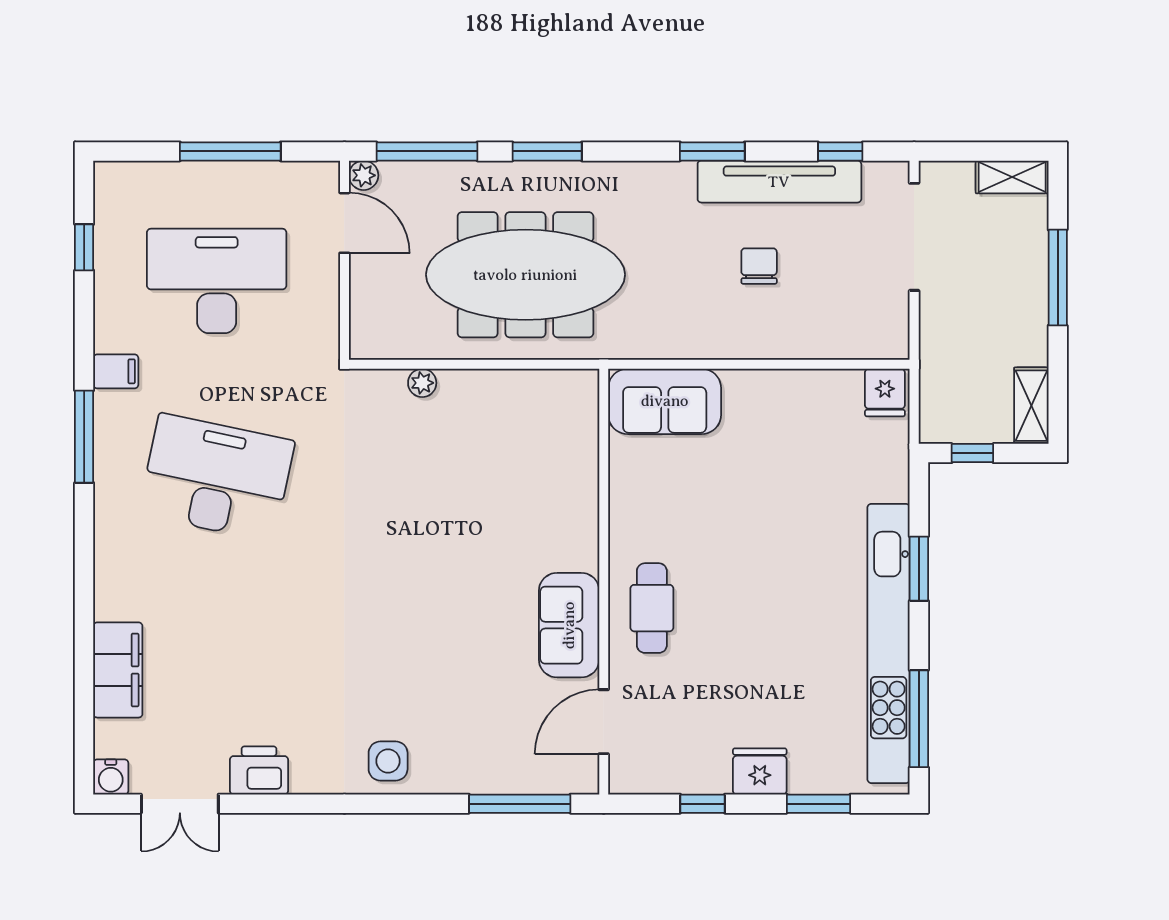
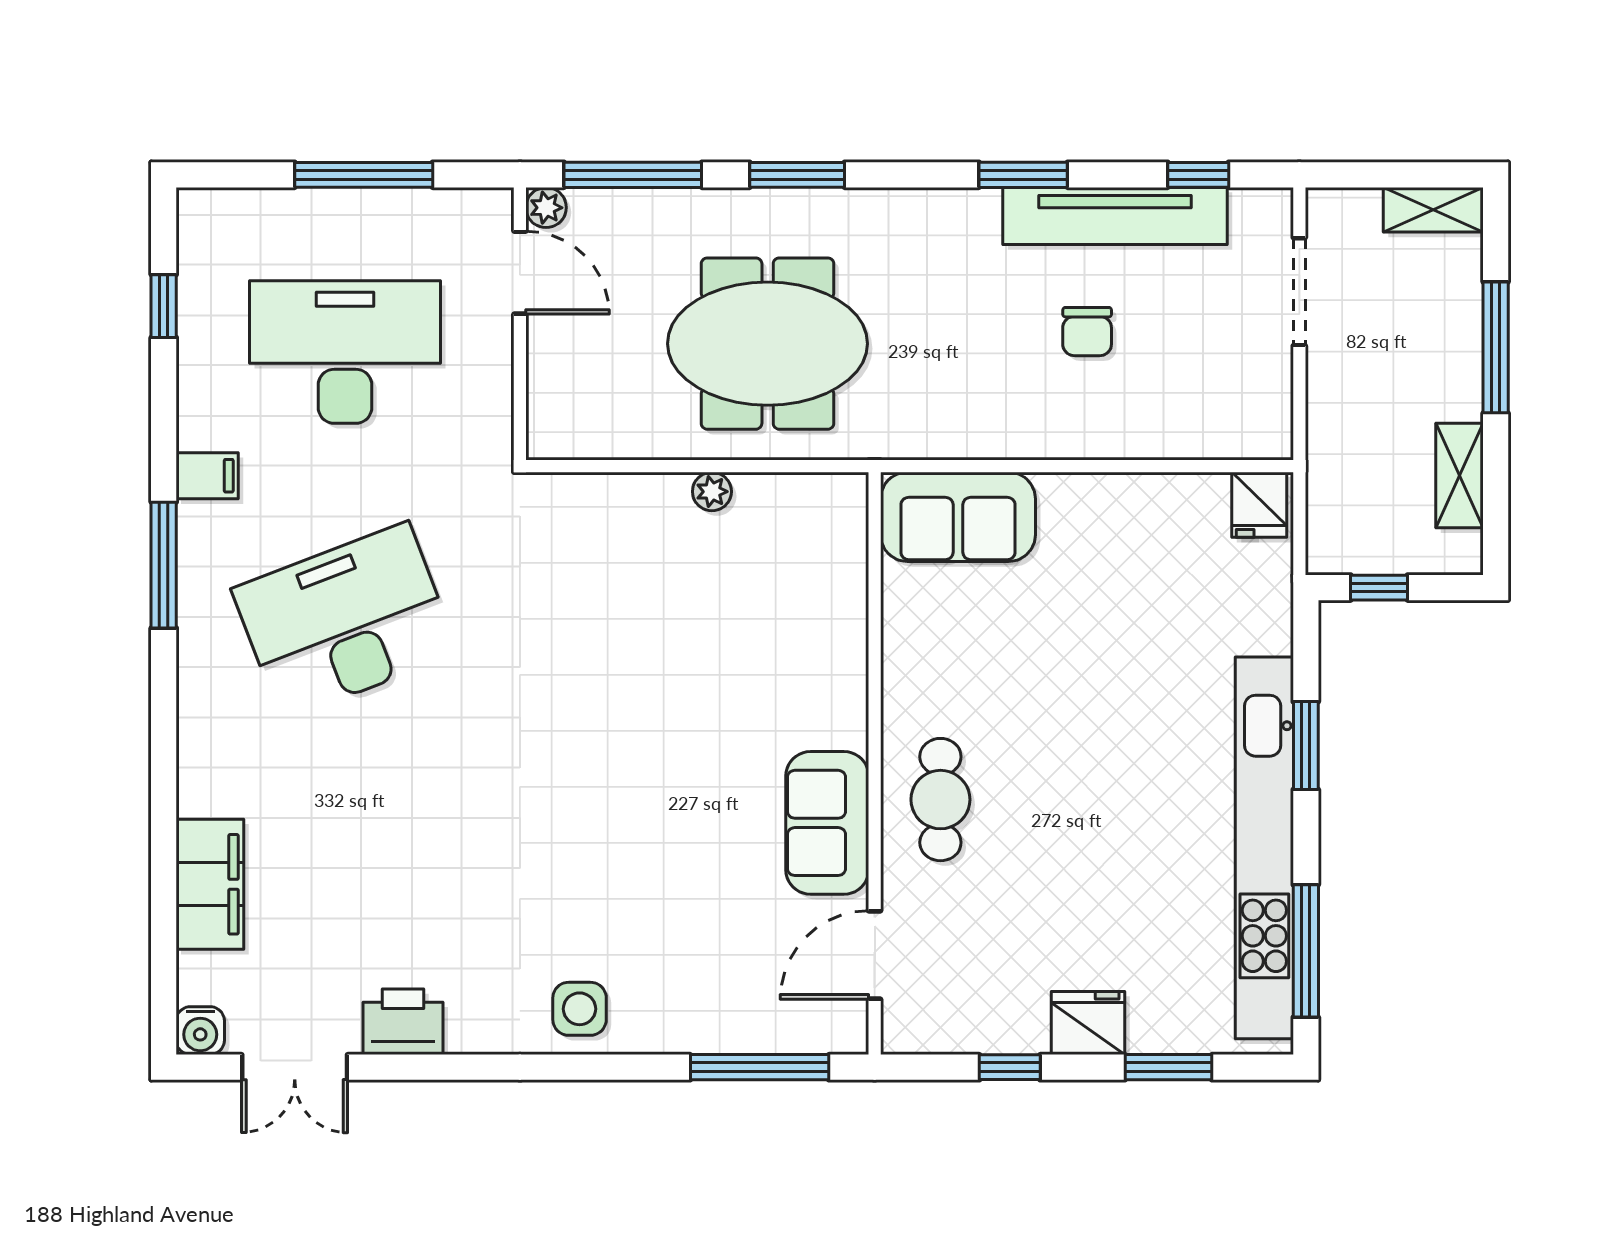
doorway: (914, 237) -> (1299, 292), width x0.73
chair: (759, 266) -> (1087, 332), turned 180
meeting table: (525, 275) -> (768, 344), width x0.73
plant: (422, 383) -> (712, 492), moved
shelving: (1031, 406) -> (1460, 476), moved
desk: (217, 478) -> (345, 621), turned -33

